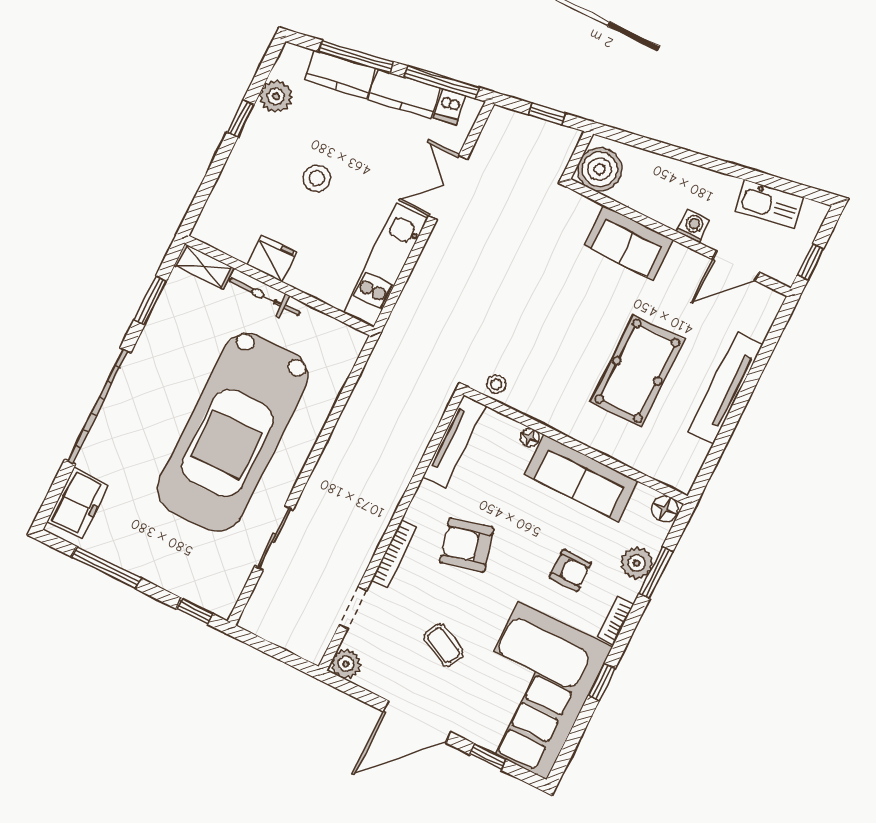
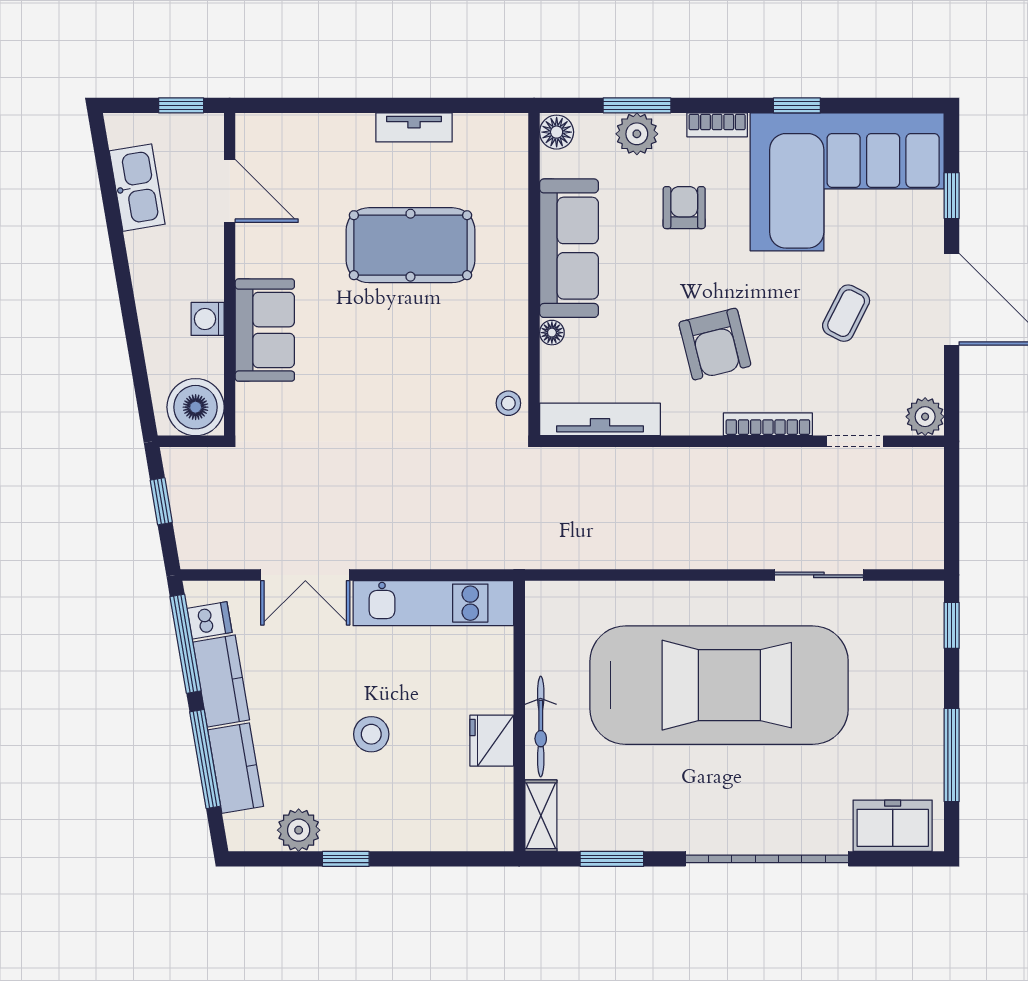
washing machine: (693, 226) -> (208, 319), moved
tv unit: (726, 388) -> (414, 127), width x0.52, depth x0.78

